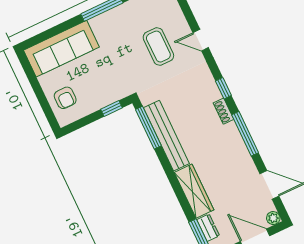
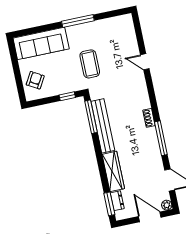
coffee table: (158, 47) -> (90, 64), moved
window: (223, 88) -> (153, 101), removed
armchair: (65, 98) -> (35, 80), turned -150

